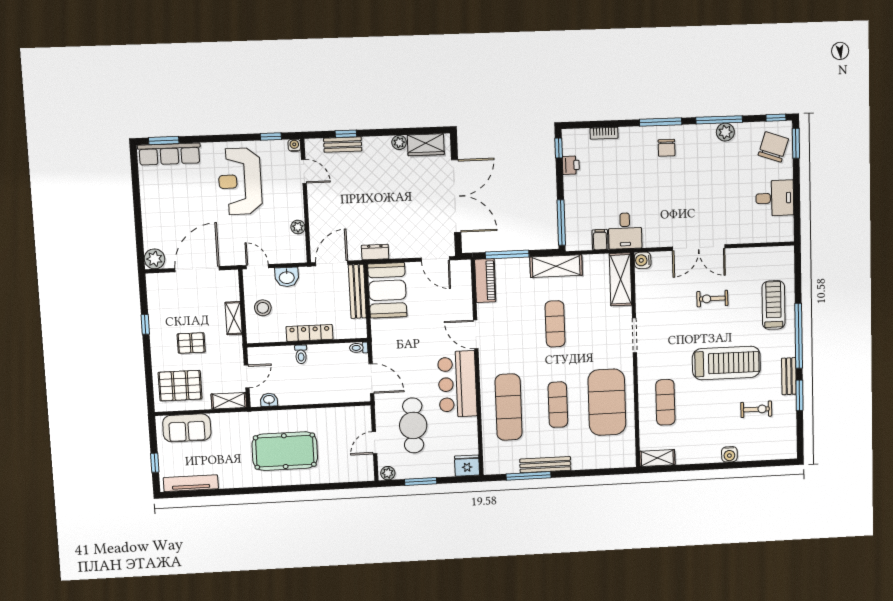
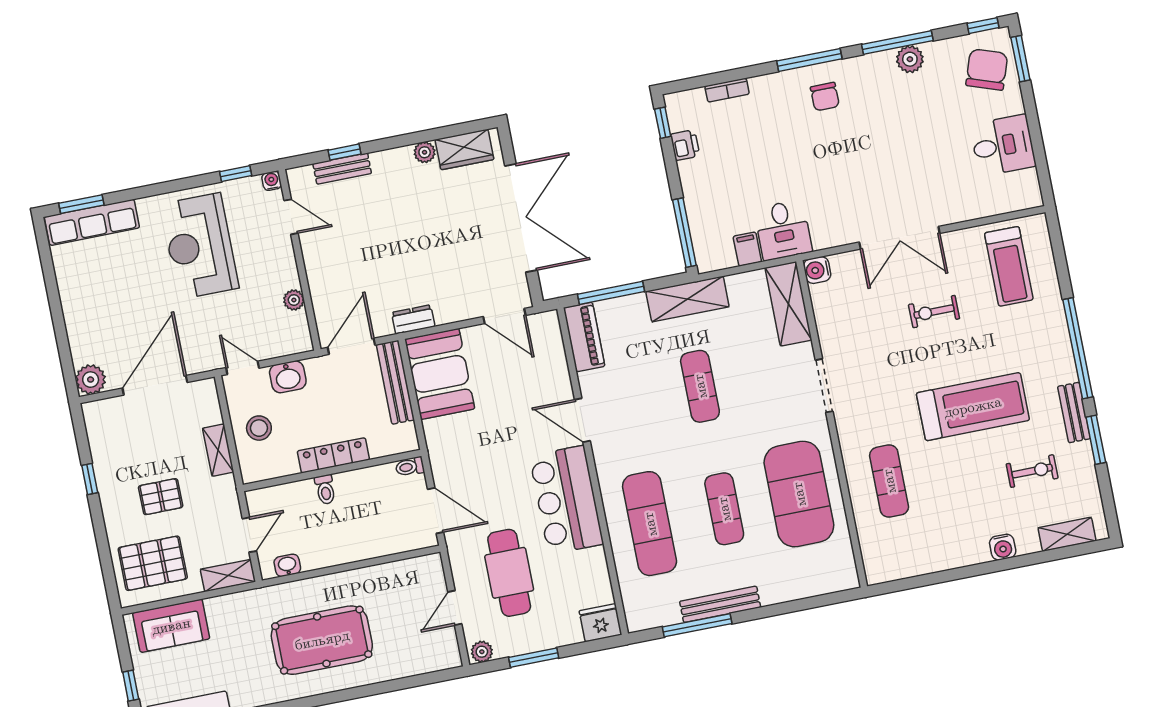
treadmill: (773, 305) -> (1009, 266), moved, turned 180
shelving: (657, 458) -> (1067, 534), moved

